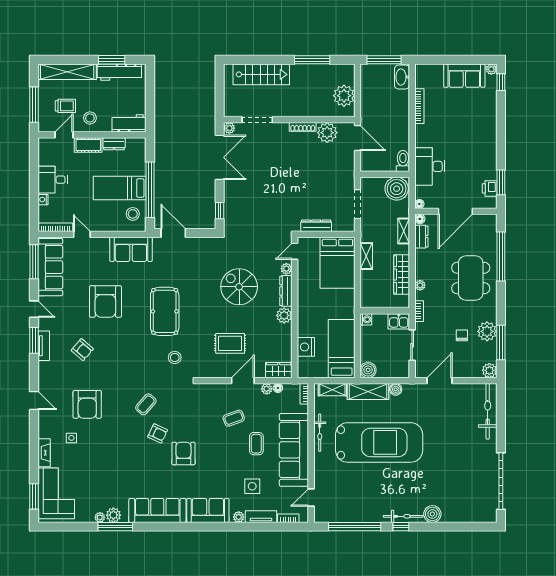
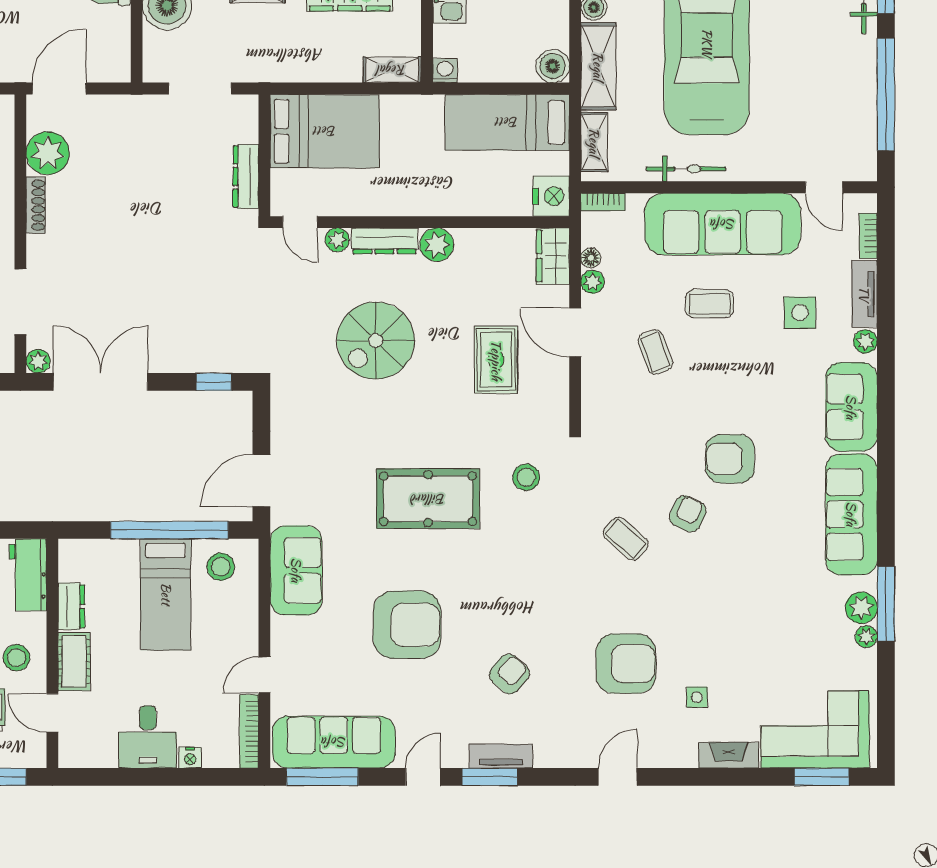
shelving: (366, 256) -> (392, 70), moved
nightstand: (306, 347) -> (551, 196), moved, turned -90

